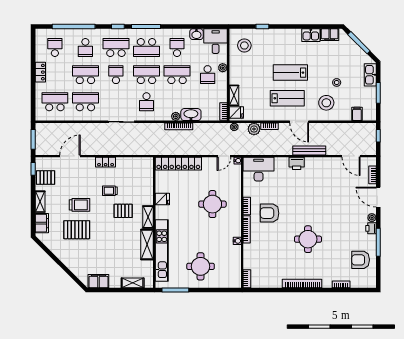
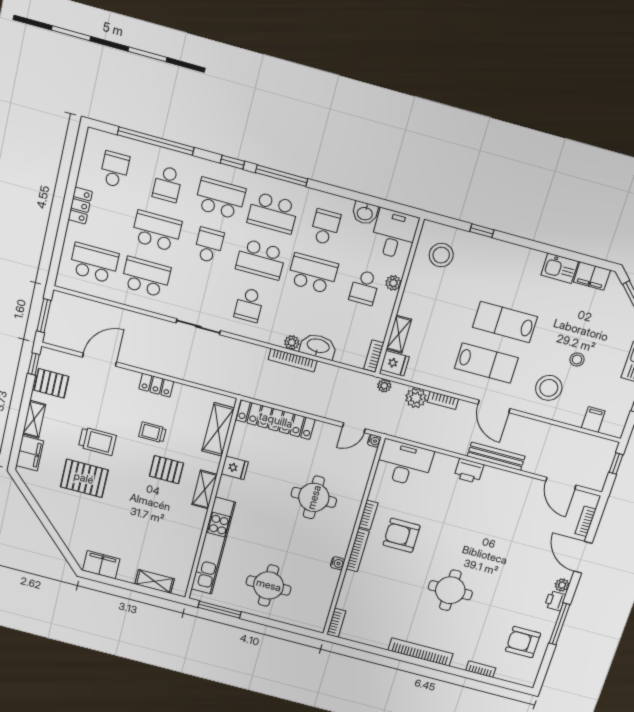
school desk: (146, 75) -> (261, 259), turned 180
shelving: (147, 245) -> (218, 429), moved

